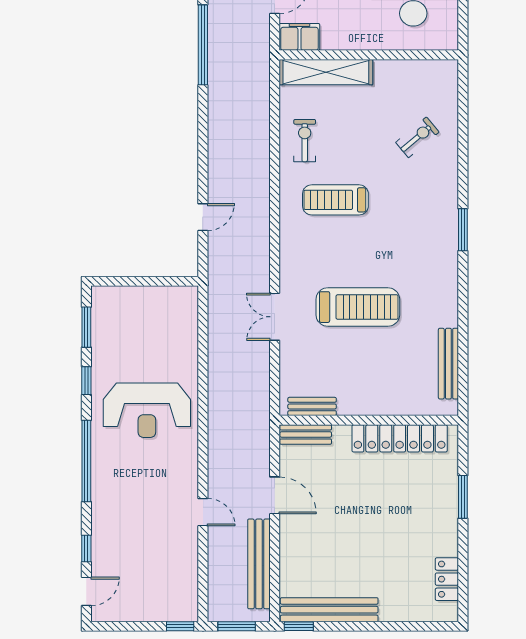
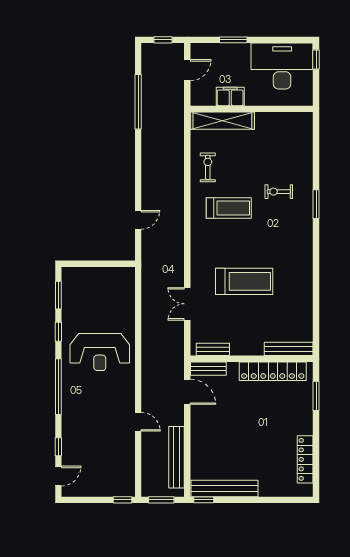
filing cabinet: (299, 37) -> (230, 97), moved
exercise bike: (417, 137) -> (279, 192), moved, turned -140
treadmill: (335, 200) -> (229, 208), turned 180
window: (463, 230) -> (316, 204), moved
double door: (275, 317) -> (187, 304), moved
bench: (448, 364) -> (289, 349), moved, turned 90
door: (275, 495) -> (187, 392), moved
window: (463, 497) -> (316, 396), moved
locker: (447, 579) -> (305, 459), width x1.53

